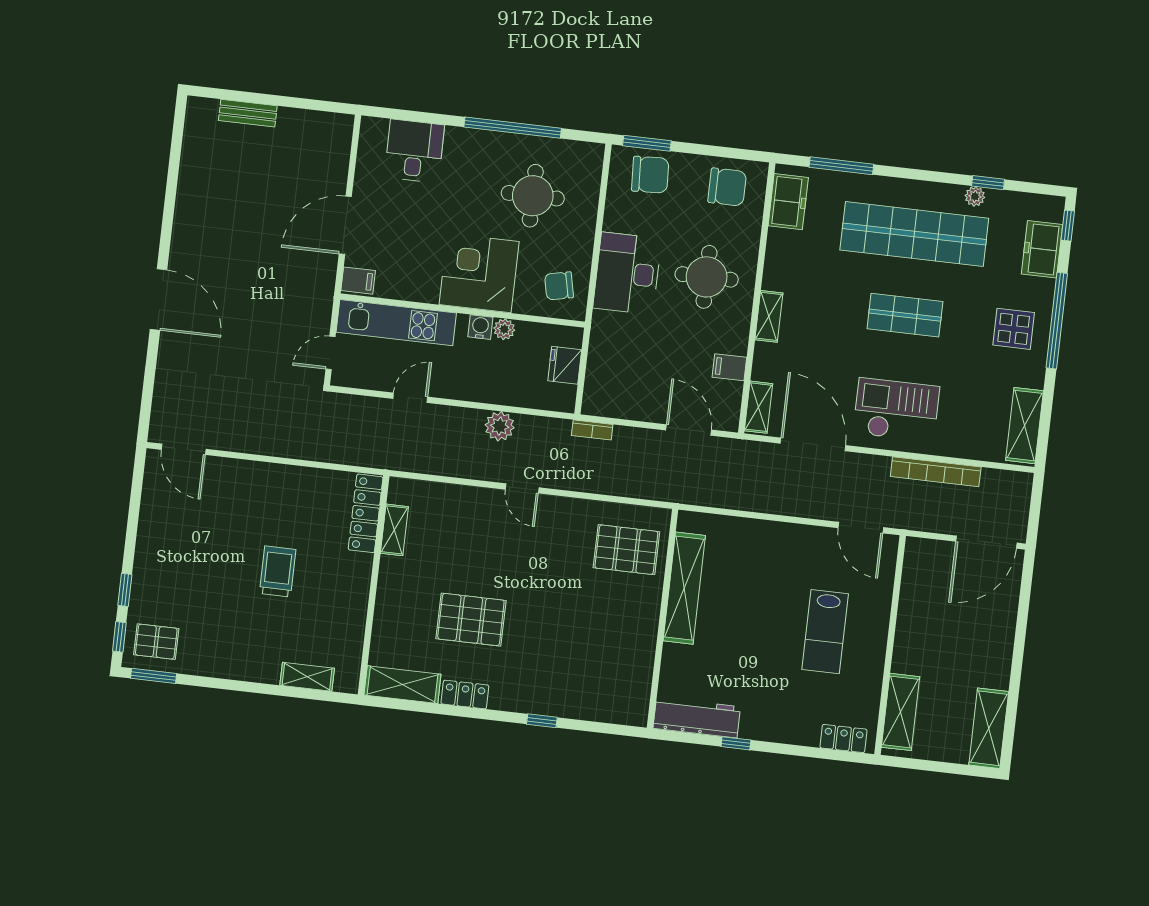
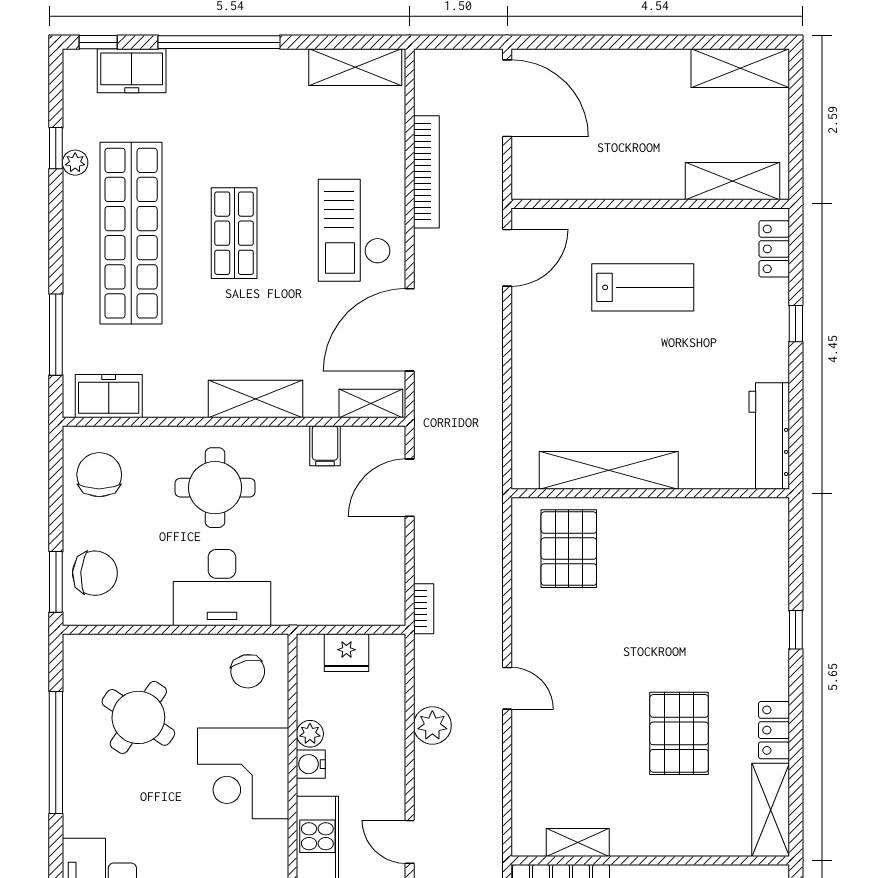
chair: (650, 175) -> (95, 573), turned 97
round table: (533, 196) -> (138, 717), turned 34
shelving: (769, 316) -> (255, 399), width x1.50, depth x1.33
display table: (1014, 329) -> (236, 95), removed
door: (522, 488) -> (507, 688), hinge flipped
window: (736, 743) -> (796, 324), moved

